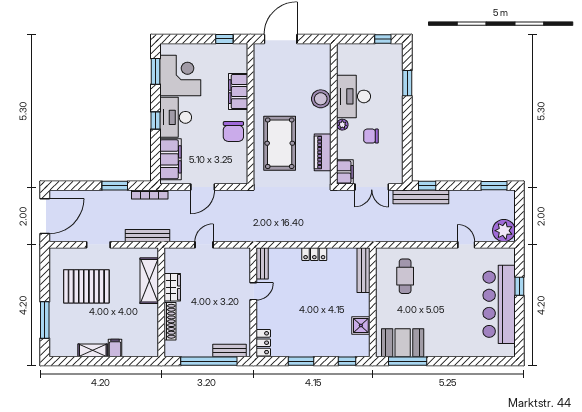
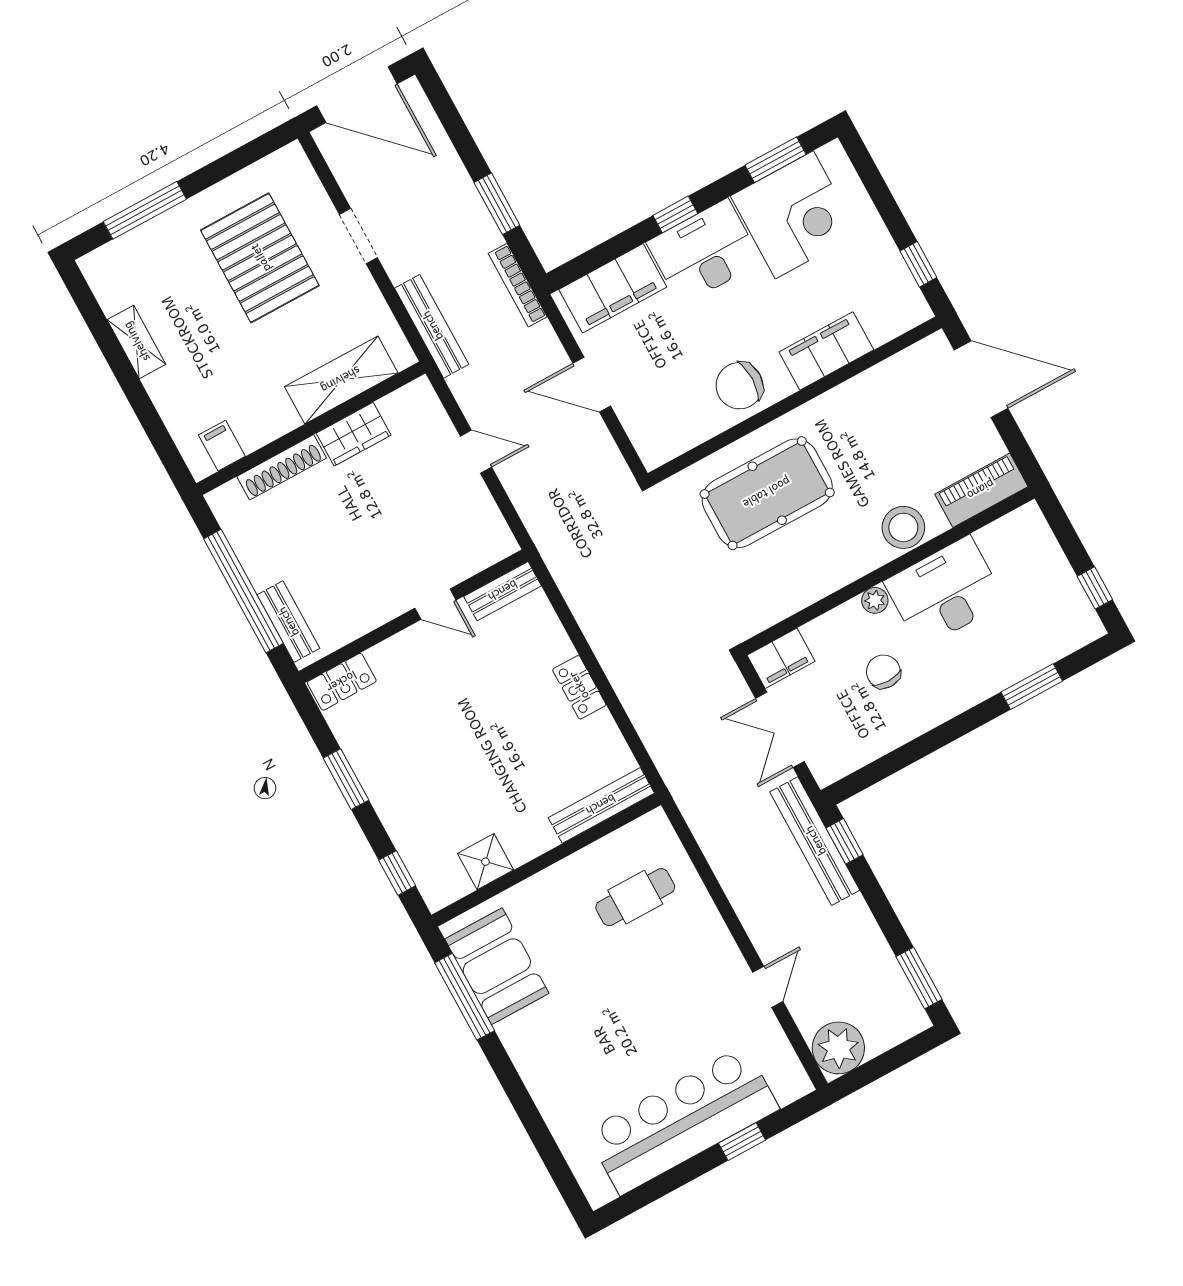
piano: (323, 152) -> (981, 490), moved
filing cabinet: (115, 348) -> (222, 446), moved, turned -90

